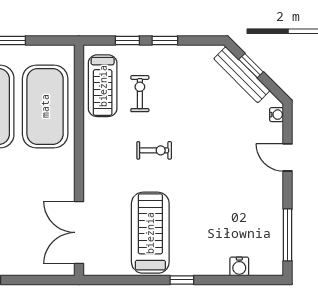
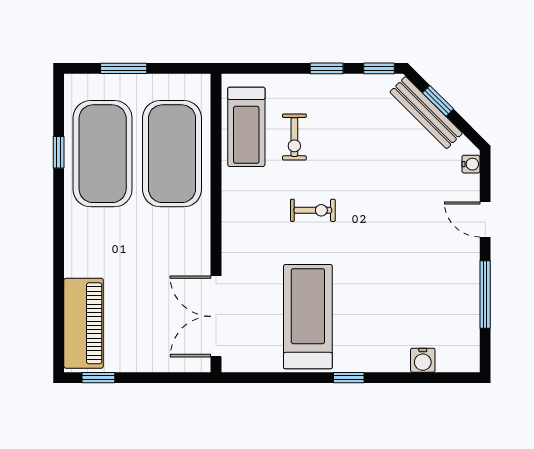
window: (127, 40) -> (379, 68), moved
exercise bike: (140, 94) -> (294, 137), turned 180
window: (288, 235) -> (485, 294), moved

